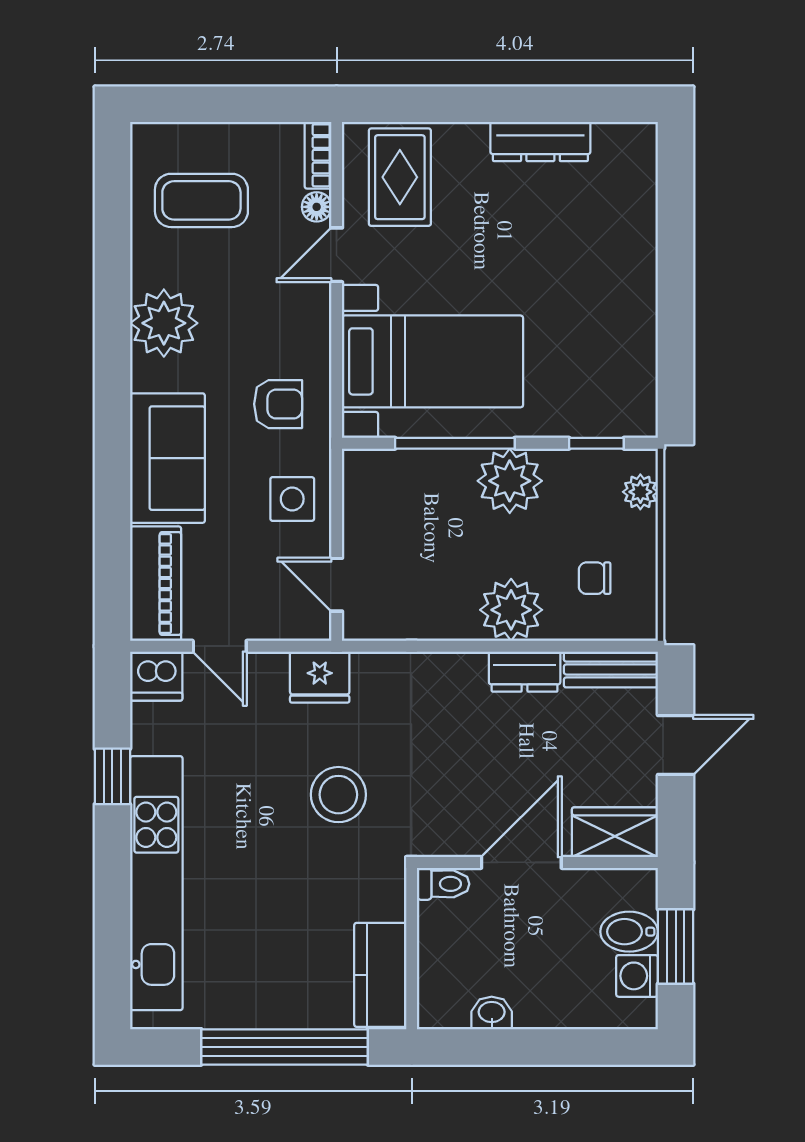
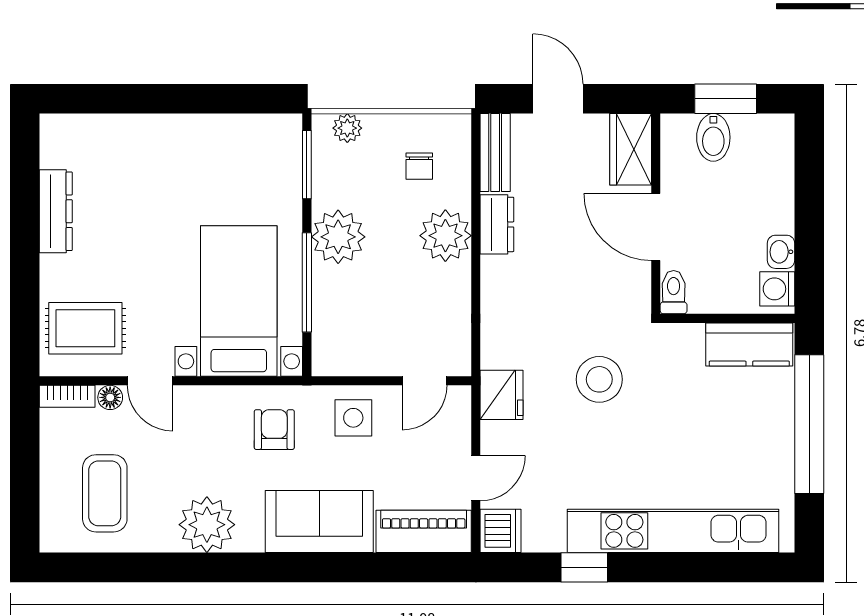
window: (596, 443) -> (307, 165), width x1.50
washing machine: (637, 976) -> (777, 289), moved, turned 90

